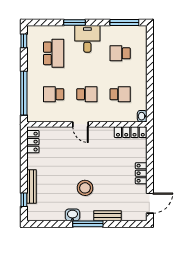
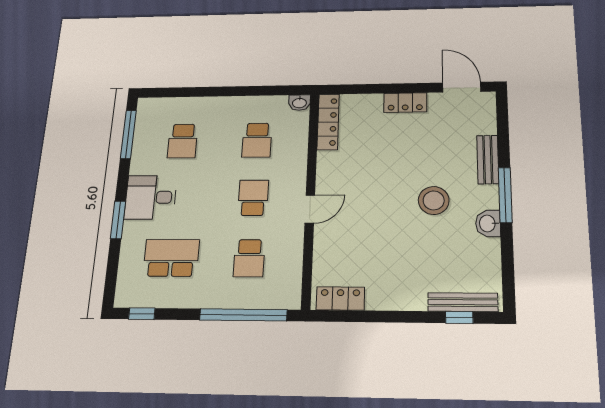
school desk: (120, 94) -> (257, 140), turned 180
bench: (32, 186) -> (463, 302), moved

